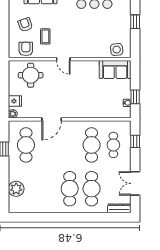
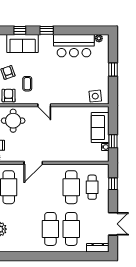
sofa: (115, 69) -> (100, 128), moved, turned 90
double door: (135, 183) -> (113, 224), swing flipped

